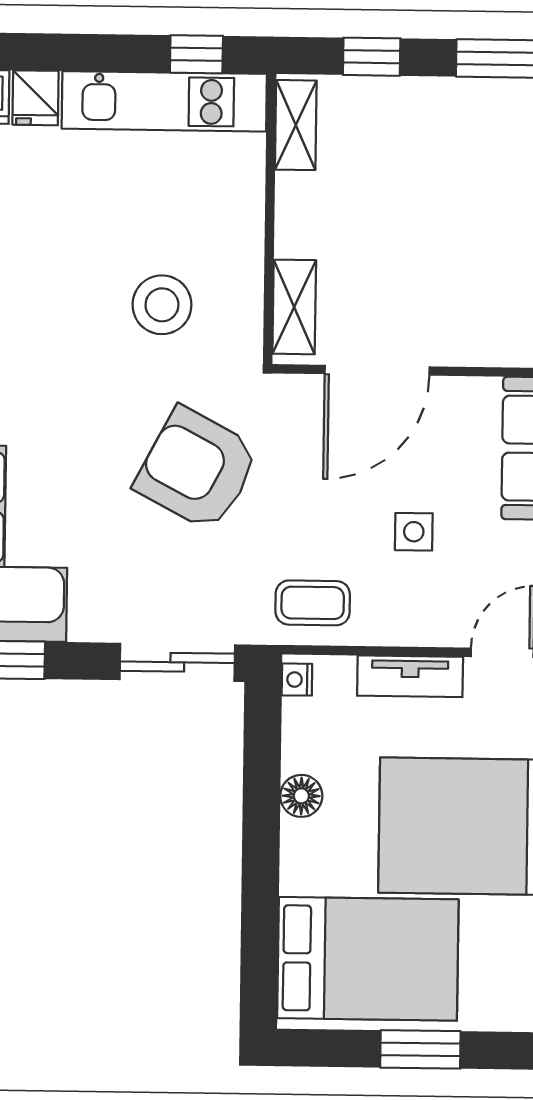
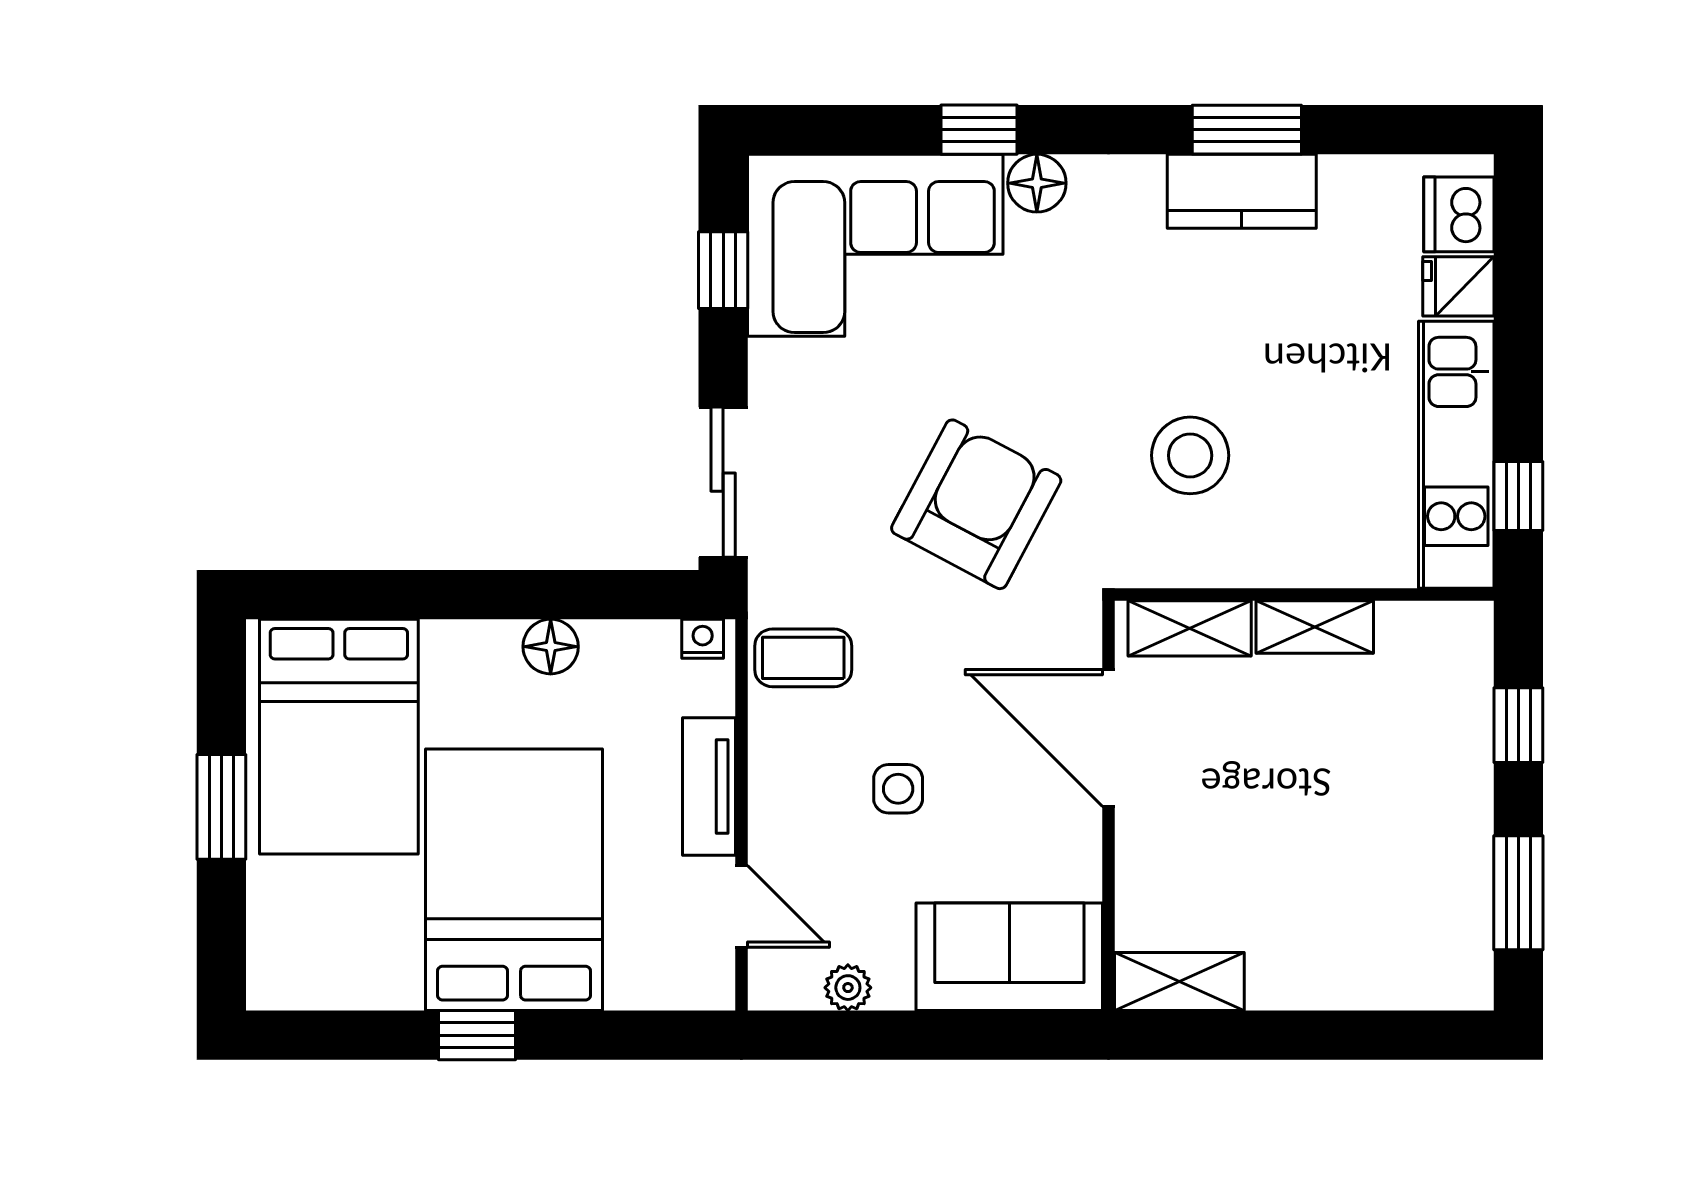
shelving: (296, 125) -> (1315, 627), moved
coffee table: (313, 603) -> (803, 658), turned 90

